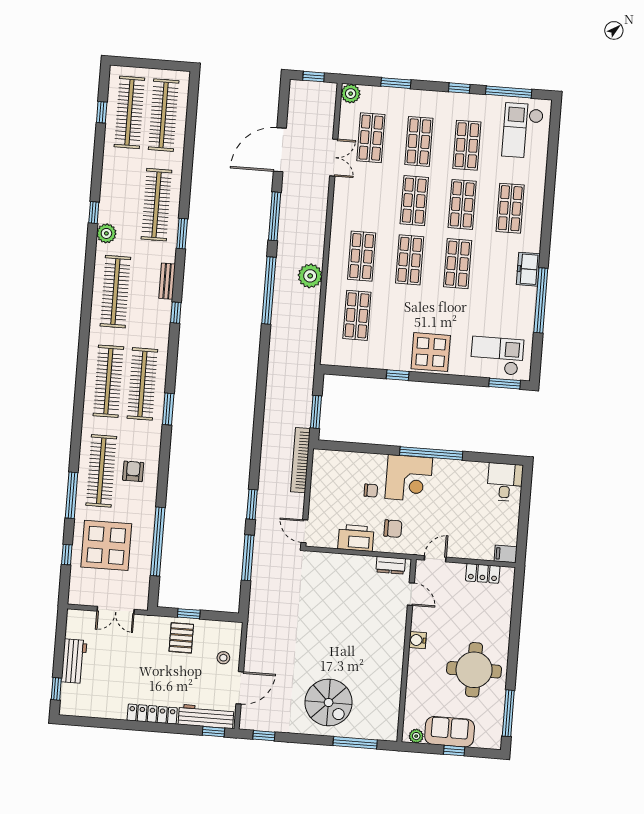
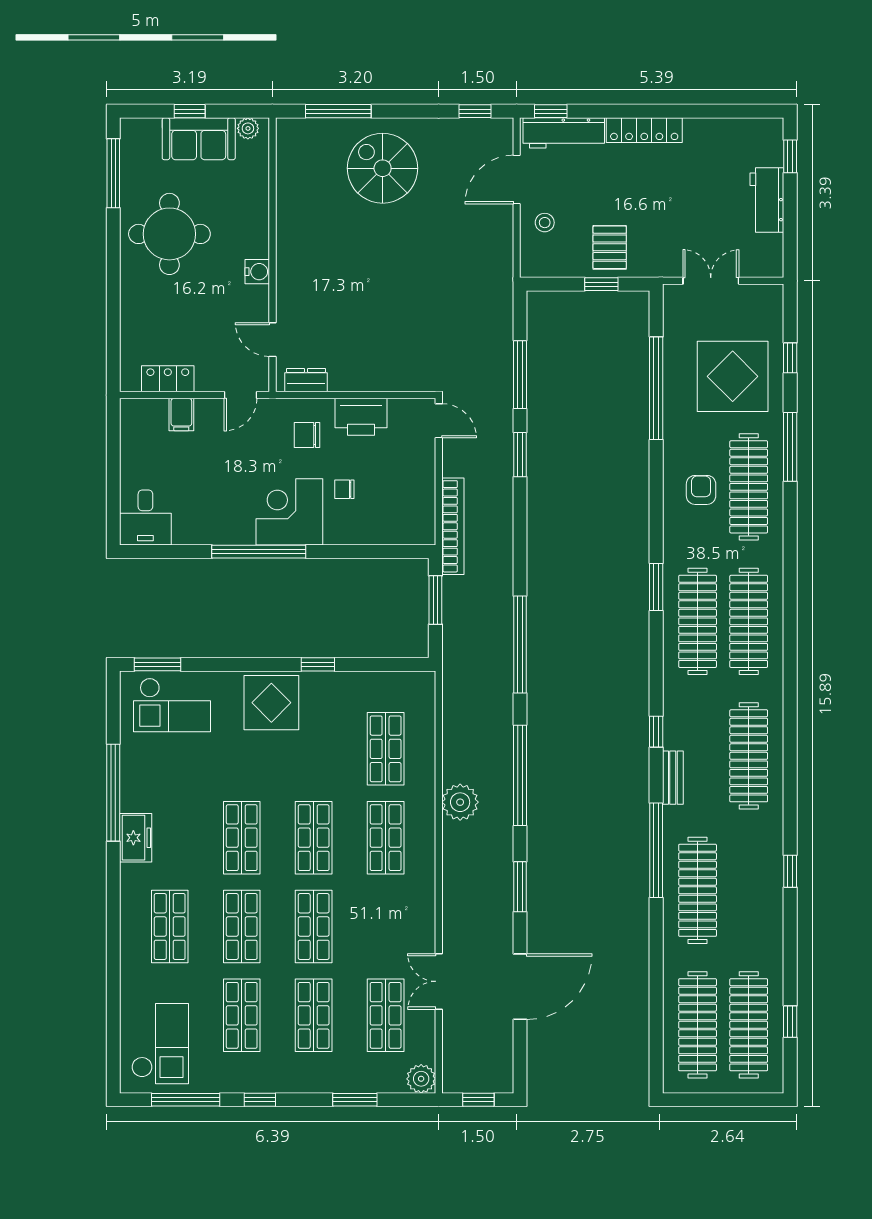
window: (275, 216) -> (520, 887), width x0.69
plant: (106, 233) -> (769, 842), removed
window: (182, 234) -> (656, 850), width x2.11
window: (262, 378) -> (520, 644), added
armchair: (133, 471) -> (701, 490), turned 180
filing cabinet: (506, 554) -> (181, 414), moved, turned 90

